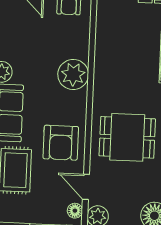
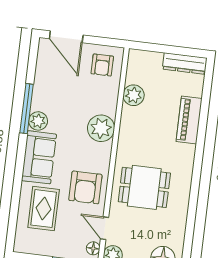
plant: (107, 34) -> (134, 95), added

